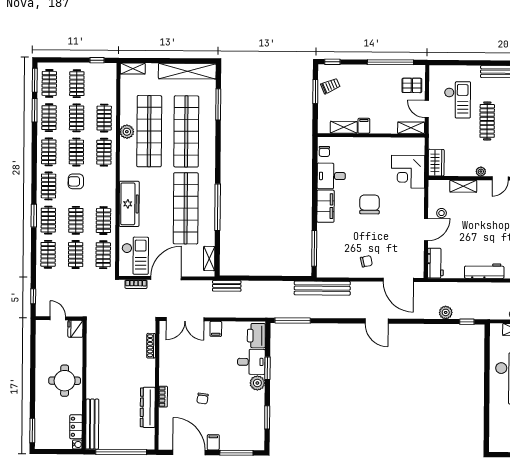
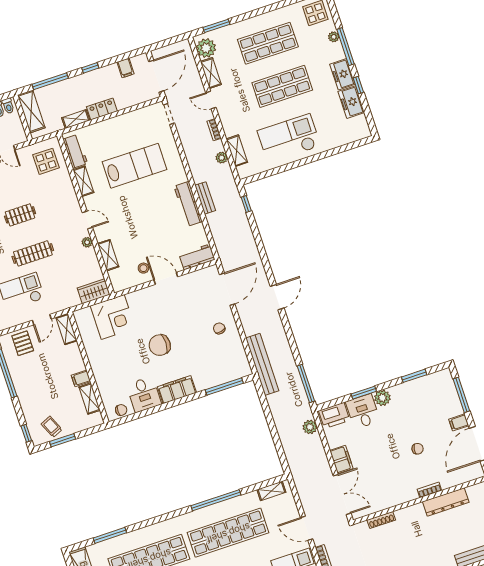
door: (166, 278) -> (307, 528), width x0.73
bench: (227, 286) -> (205, 198), moved
plant: (446, 312) -> (310, 427), moved
filing cabinet: (216, 329) -> (341, 459), width x2.00

